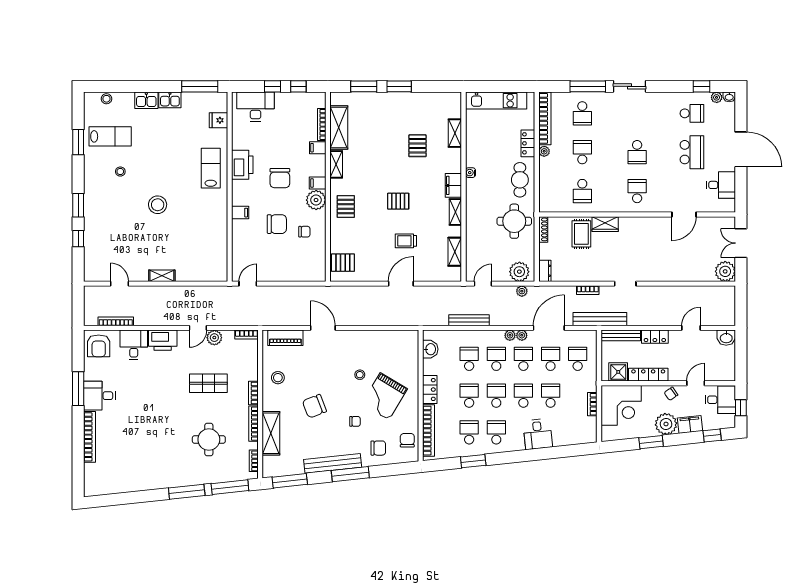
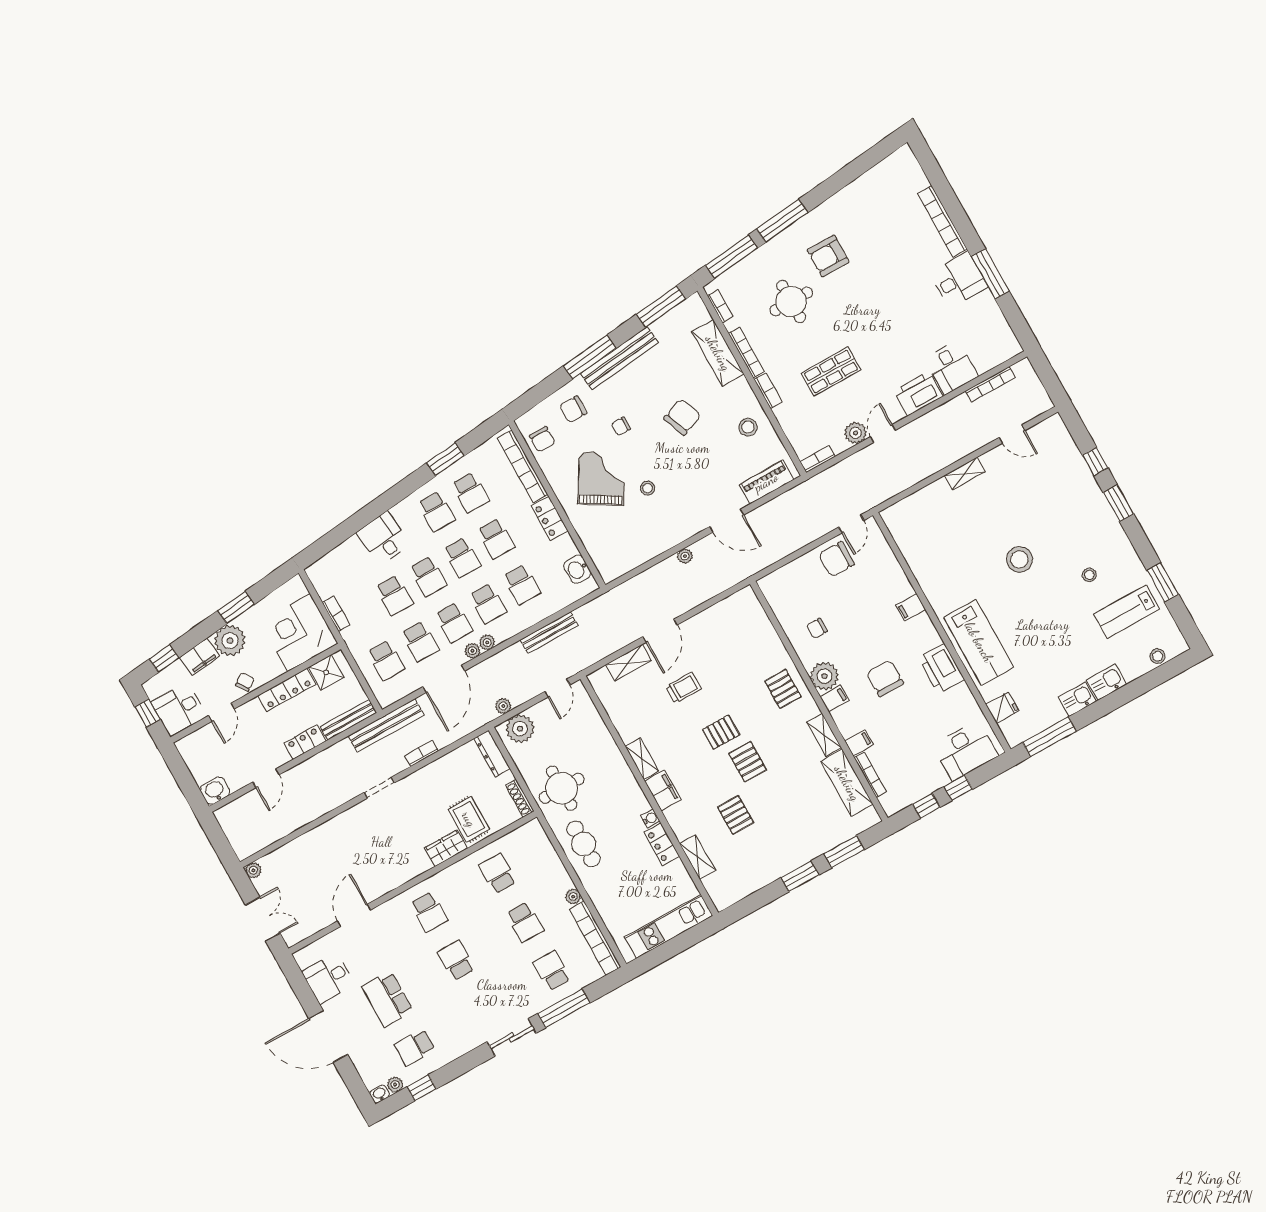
locker: (528, 143) -> (662, 844), moved, turned 180
lab bench: (211, 168) -> (979, 642), width x1.36, depth x1.39
chair: (277, 224) -> (836, 559), moved
shelving: (455, 252) -> (628, 663), moved, turned 90
pallet: (343, 263) -> (748, 762), moved, turned 90
dresser: (545, 271) -> (492, 754), width x1.44
plant: (725, 271) -> (253, 870), width x0.53, depth x0.53
plant: (360, 321) -> (685, 556), added
armchair: (99, 346) -> (828, 256), moved, turned -90

